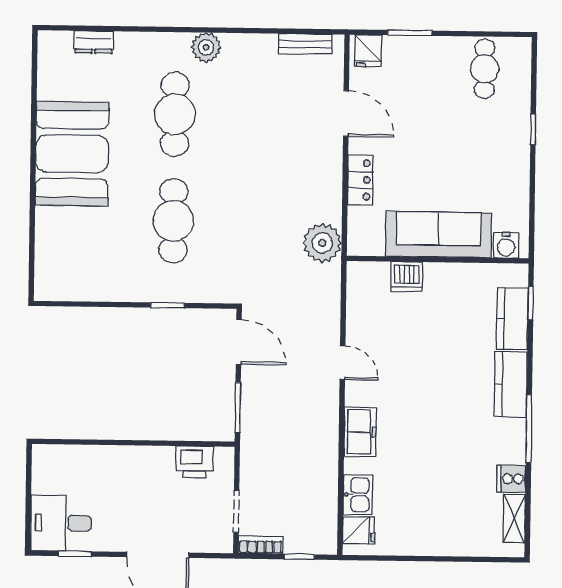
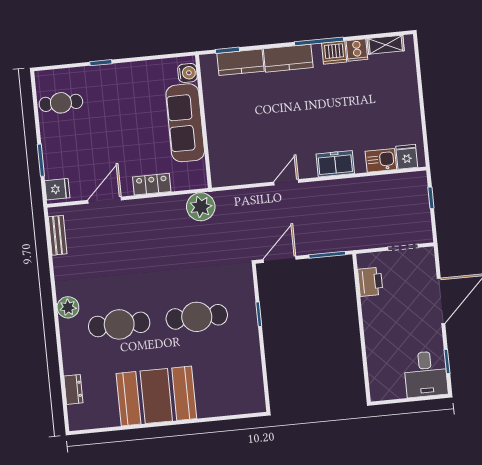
dishwasher: (407, 277) -> (334, 53), moved, turned 90
bookcase: (261, 545) -> (425, 227), removed

